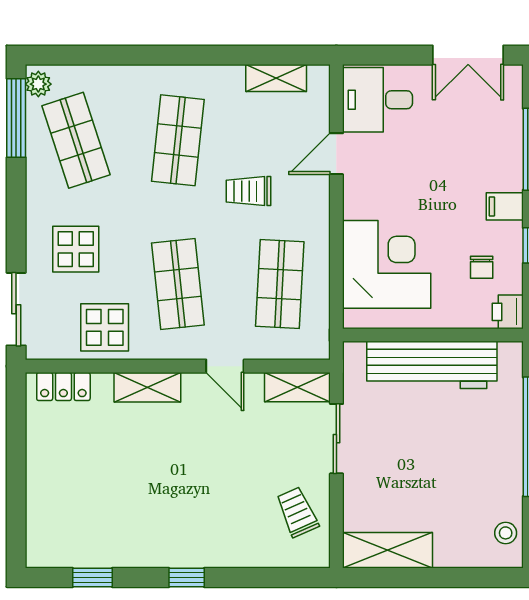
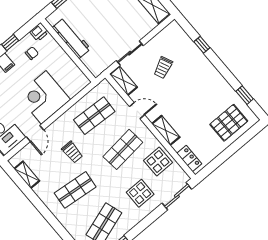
door: (336, 154) -> (35, 133), hinge flipped
corner desk: (387, 264) -> (44, 97), moved
workbench: (432, 365) -> (71, 38), width x0.73, depth x0.76
door: (225, 366) -> (137, 111), hinge flipped
pallet: (68, 509) -> (229, 123), added
trolley: (297, 512) -> (163, 68), moved
window: (187, 578) -> (202, 45), moved

